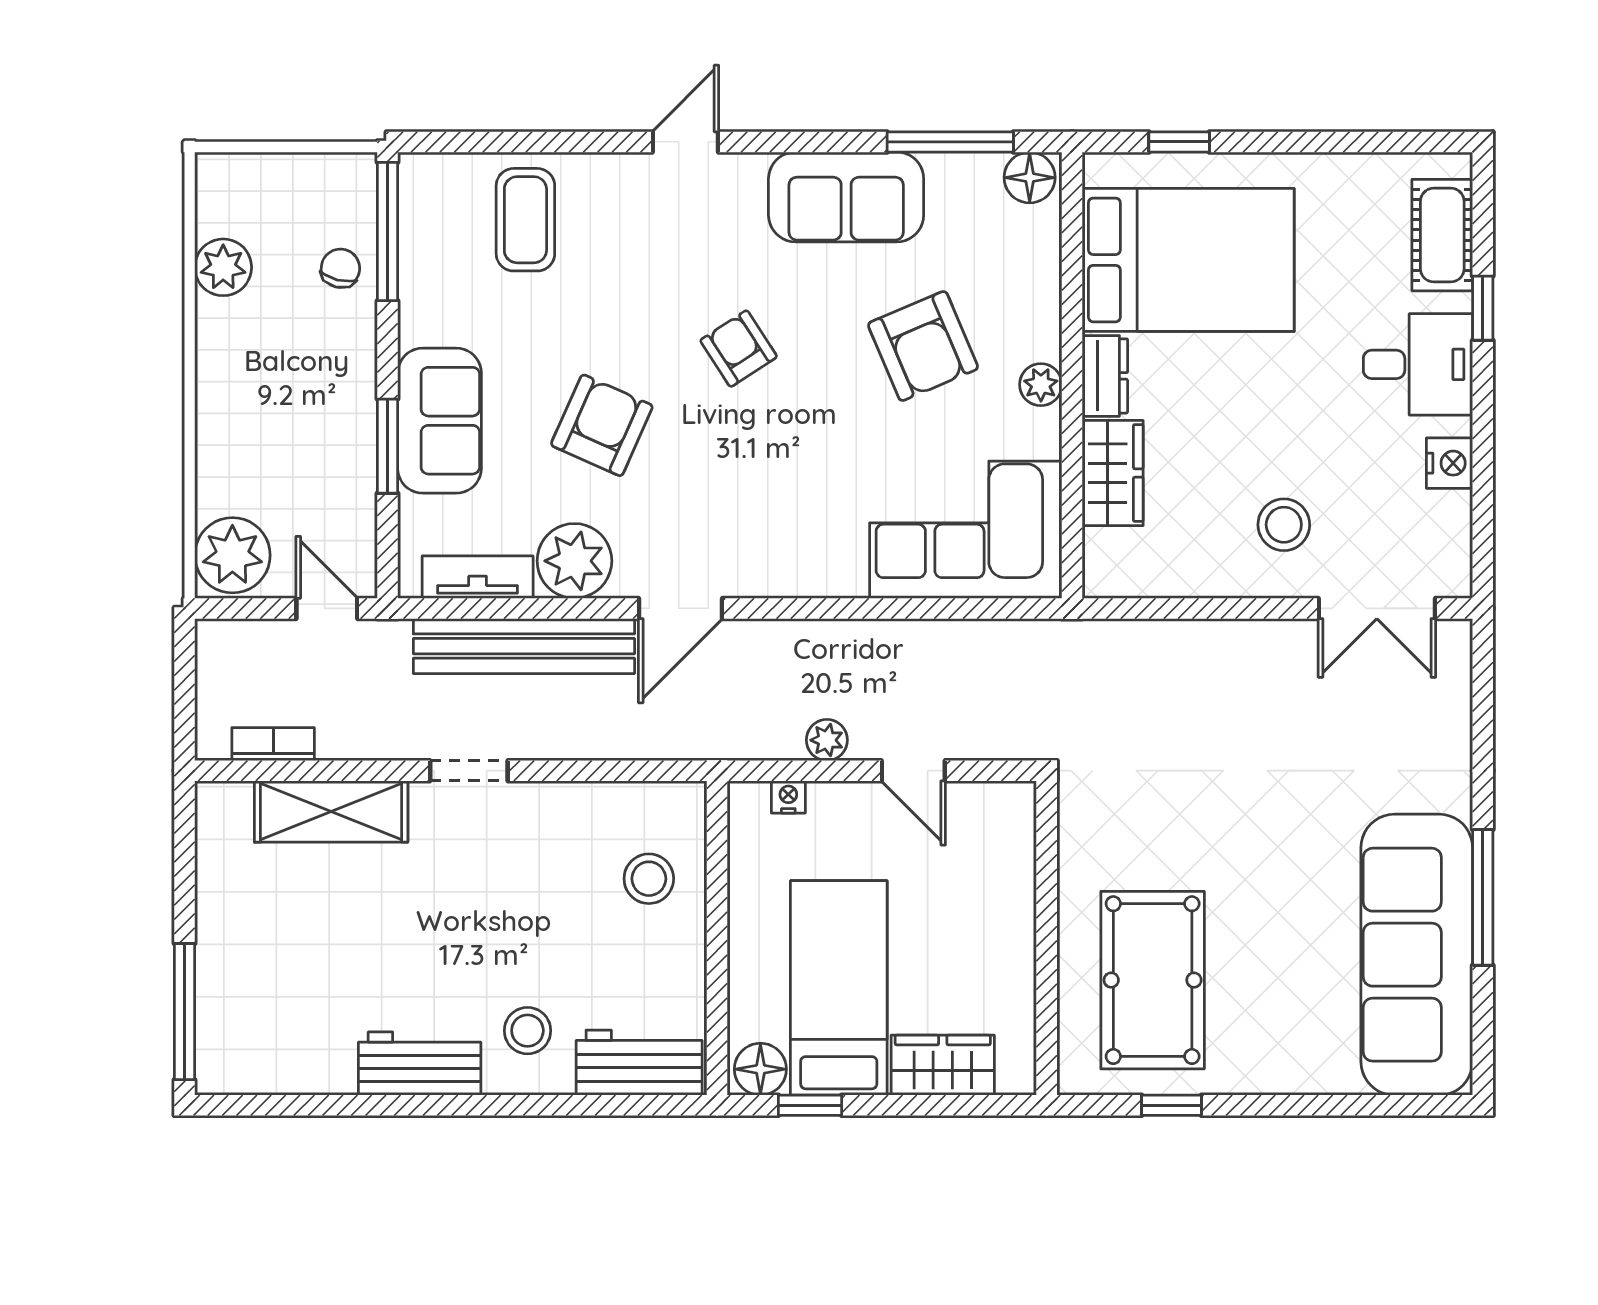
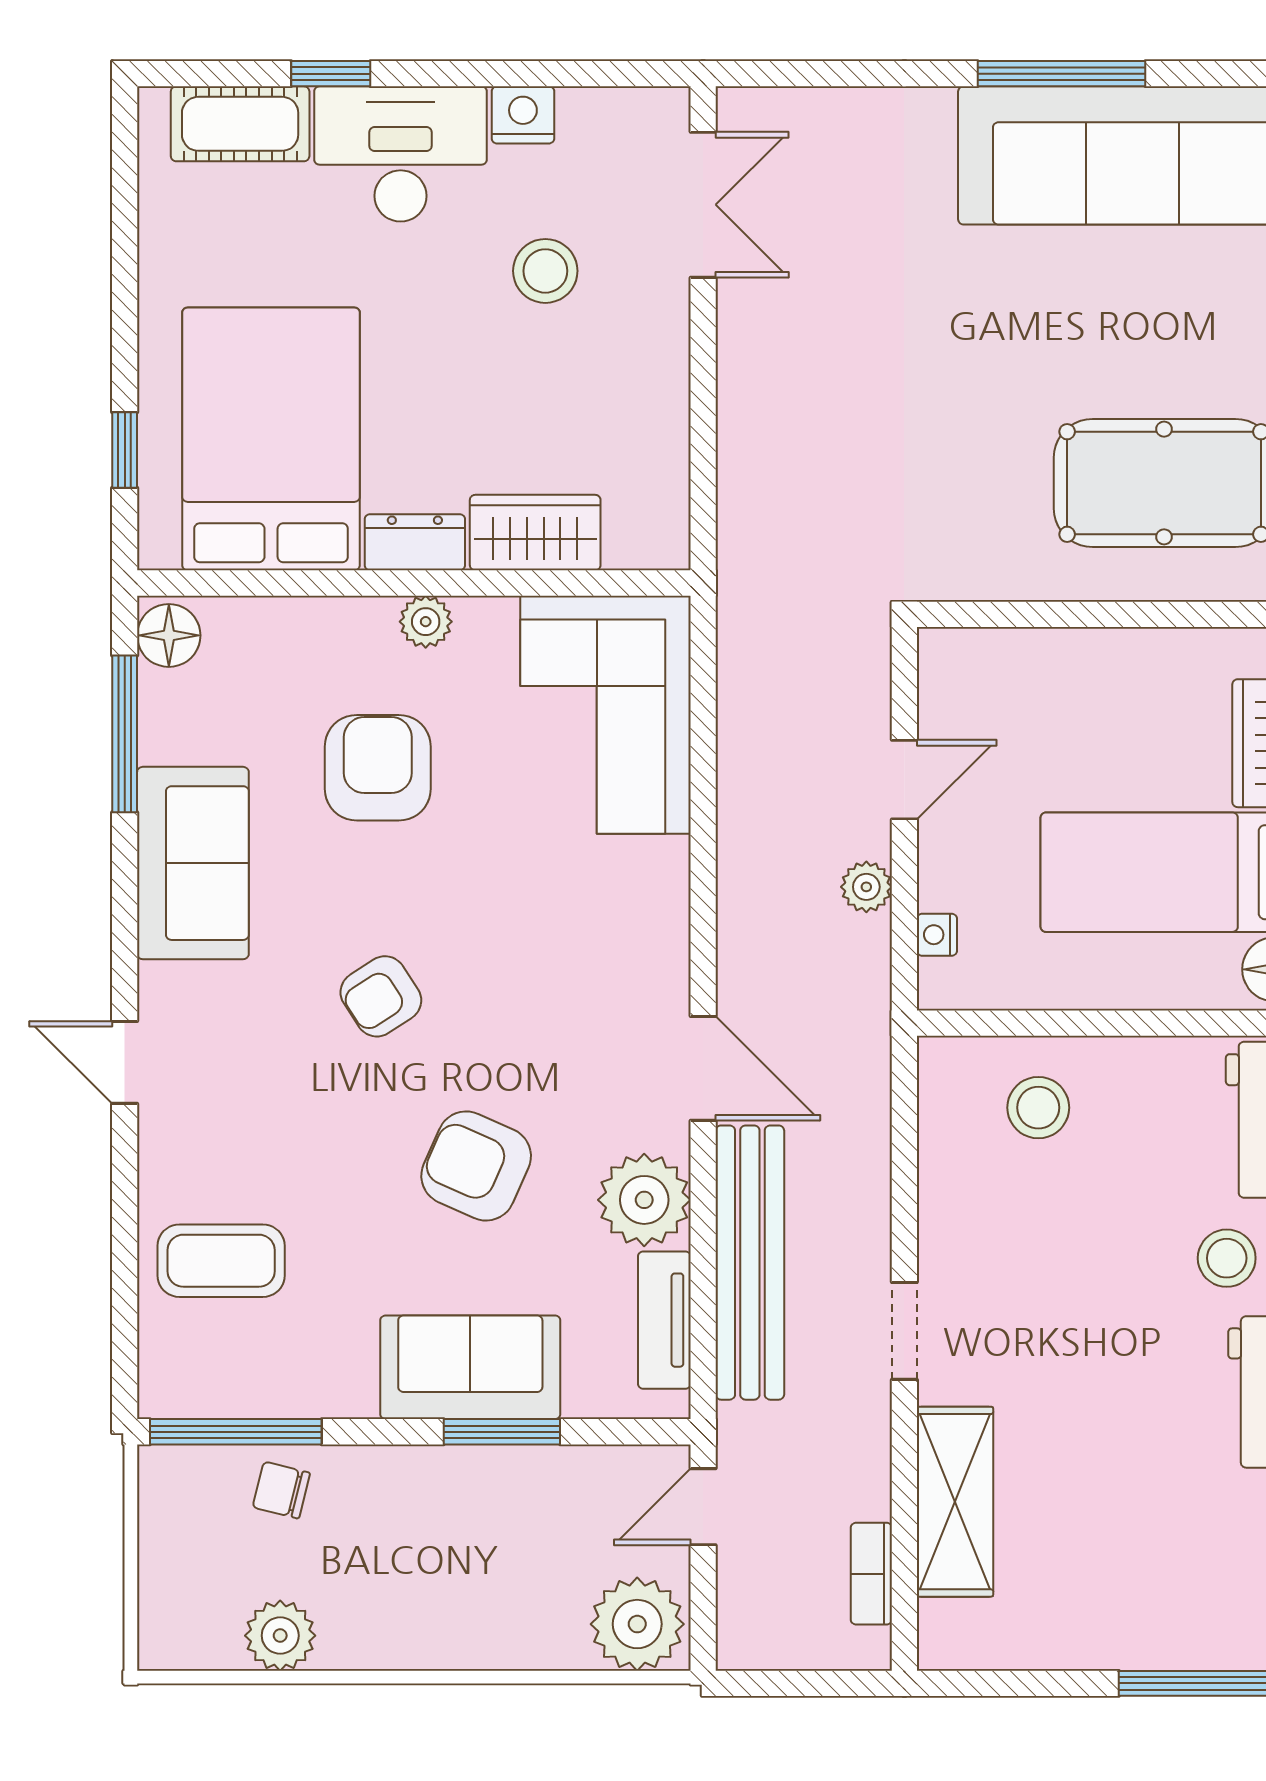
armchair: (923, 346) -> (378, 768), turned -67
desk: (1418, 364) -> (401, 154), width x1.37
stool: (1284, 525) -> (545, 271), moved

